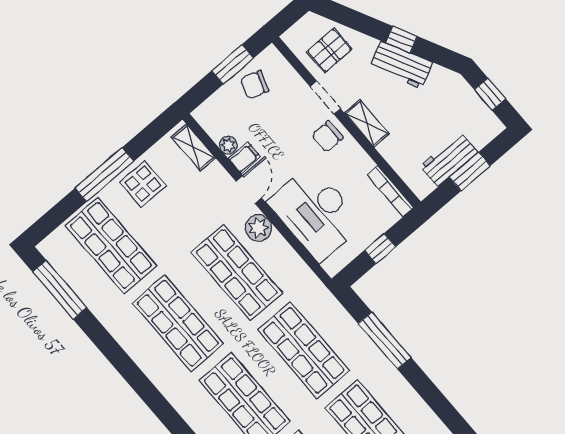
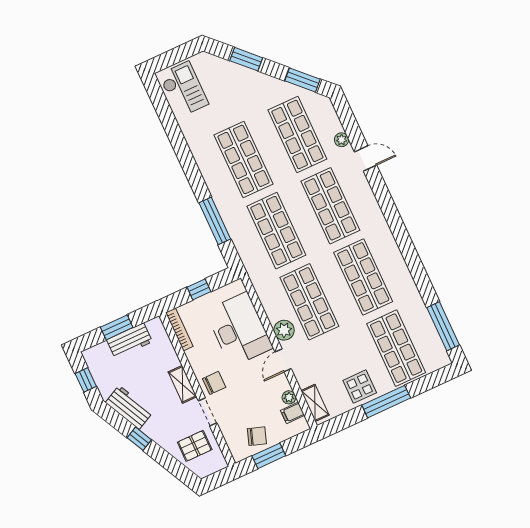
workbench: (401, 65) -> (129, 407), moved
filing cabinet: (245, 158) -> (293, 413), moved

